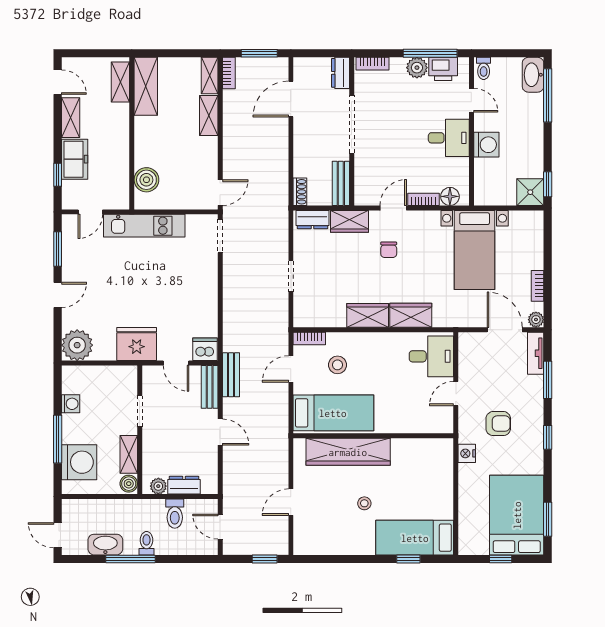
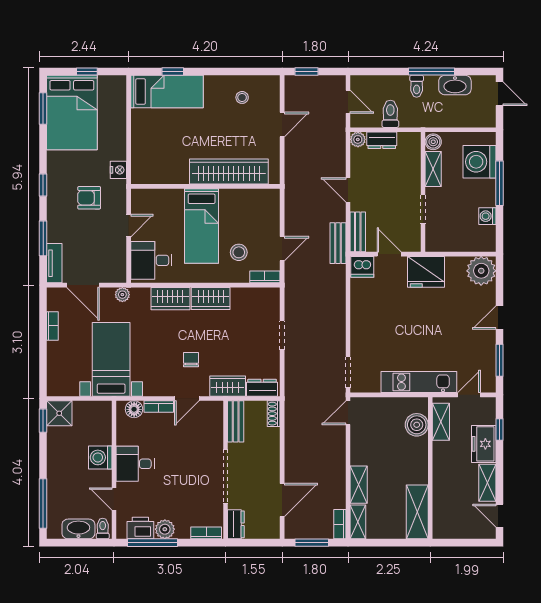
washbasin: (533, 75) -> (78, 529), moved, turned -90
shelving: (120, 82) -> (441, 422), moved
plant: (536, 320) -> (122, 295), moved
bed: (333, 413) -> (202, 226), moved, turned -90
plant: (158, 486) -> (358, 139), moved
stool: (364, 503) -> (242, 97), moved

